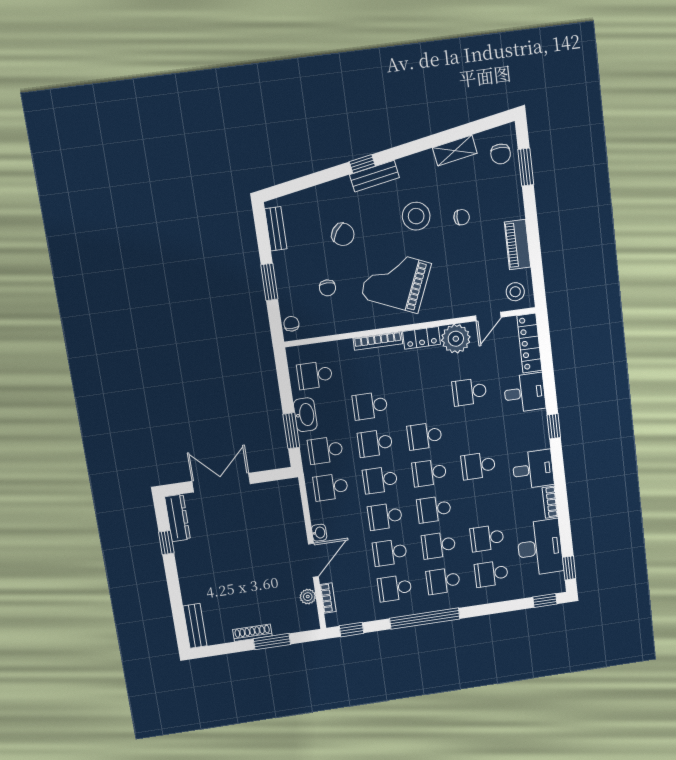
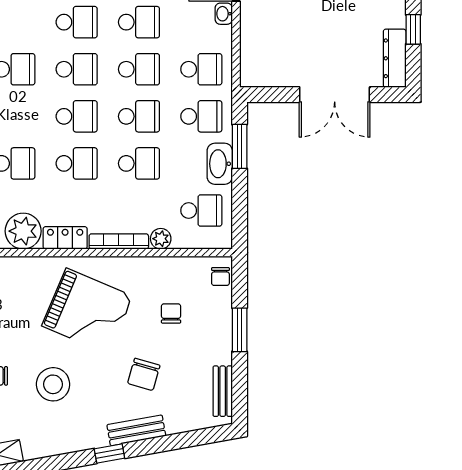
bench: (374, 176) -> (136, 430), moved
chair: (343, 234) -> (144, 374), turned -109
plant: (344, 348) -> (161, 239), added
school desk: (420, 399) -> (77, 163), added

